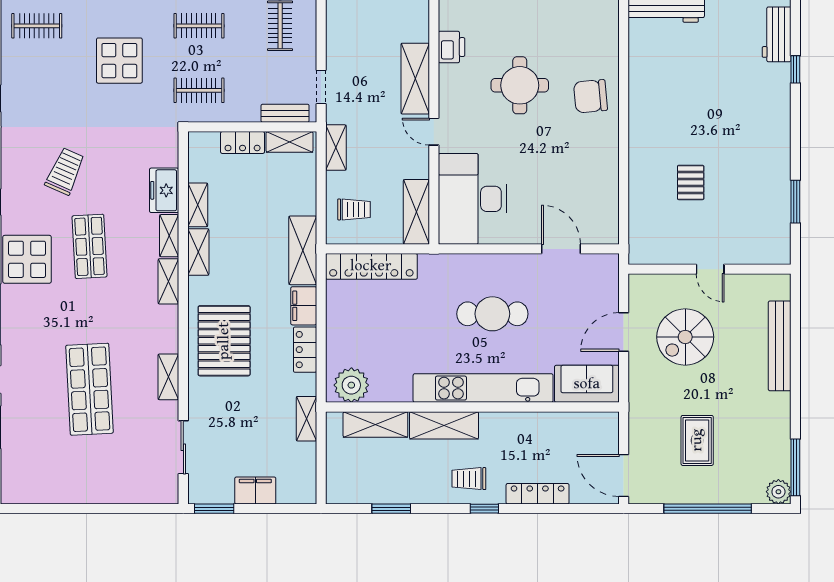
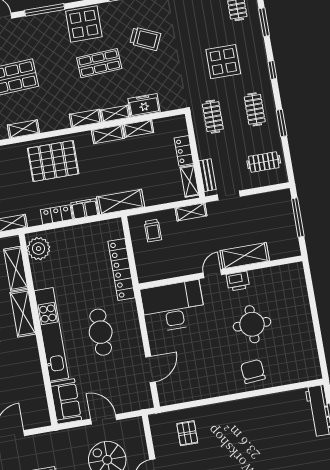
printer: (452, 47) -> (238, 281), moved
pallet: (691, 182) -> (187, 433), moved, turned 90
shelving: (416, 212) -> (158, 271), removed
locker: (371, 266) -> (122, 269), moved

